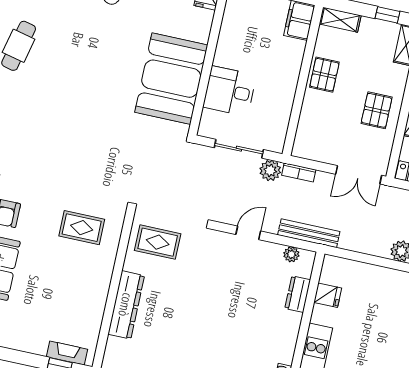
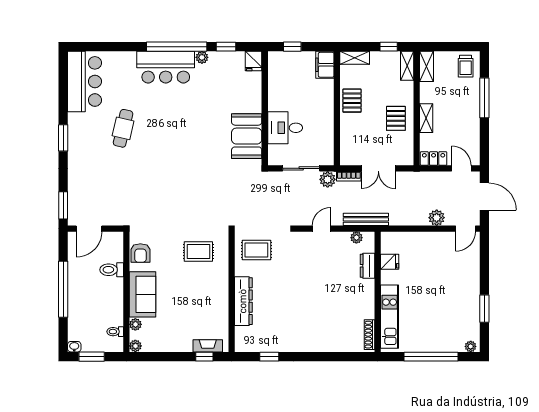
booth: (171, 79) -> (247, 136), width x0.73, depth x0.70
double door: (359, 175) -> (378, 168), moved

